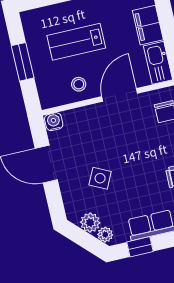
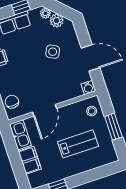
stool: (79, 84) -> (92, 111), moved

